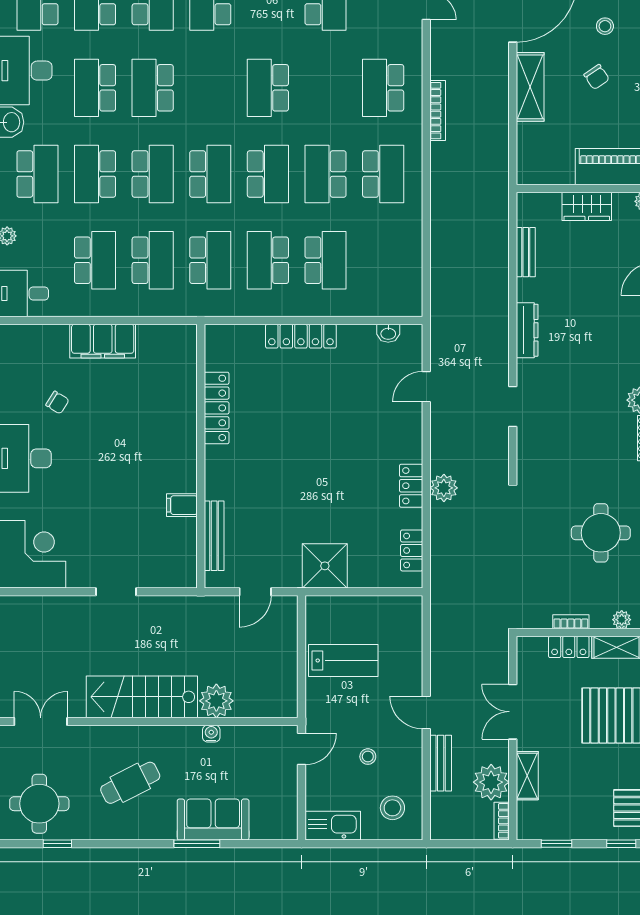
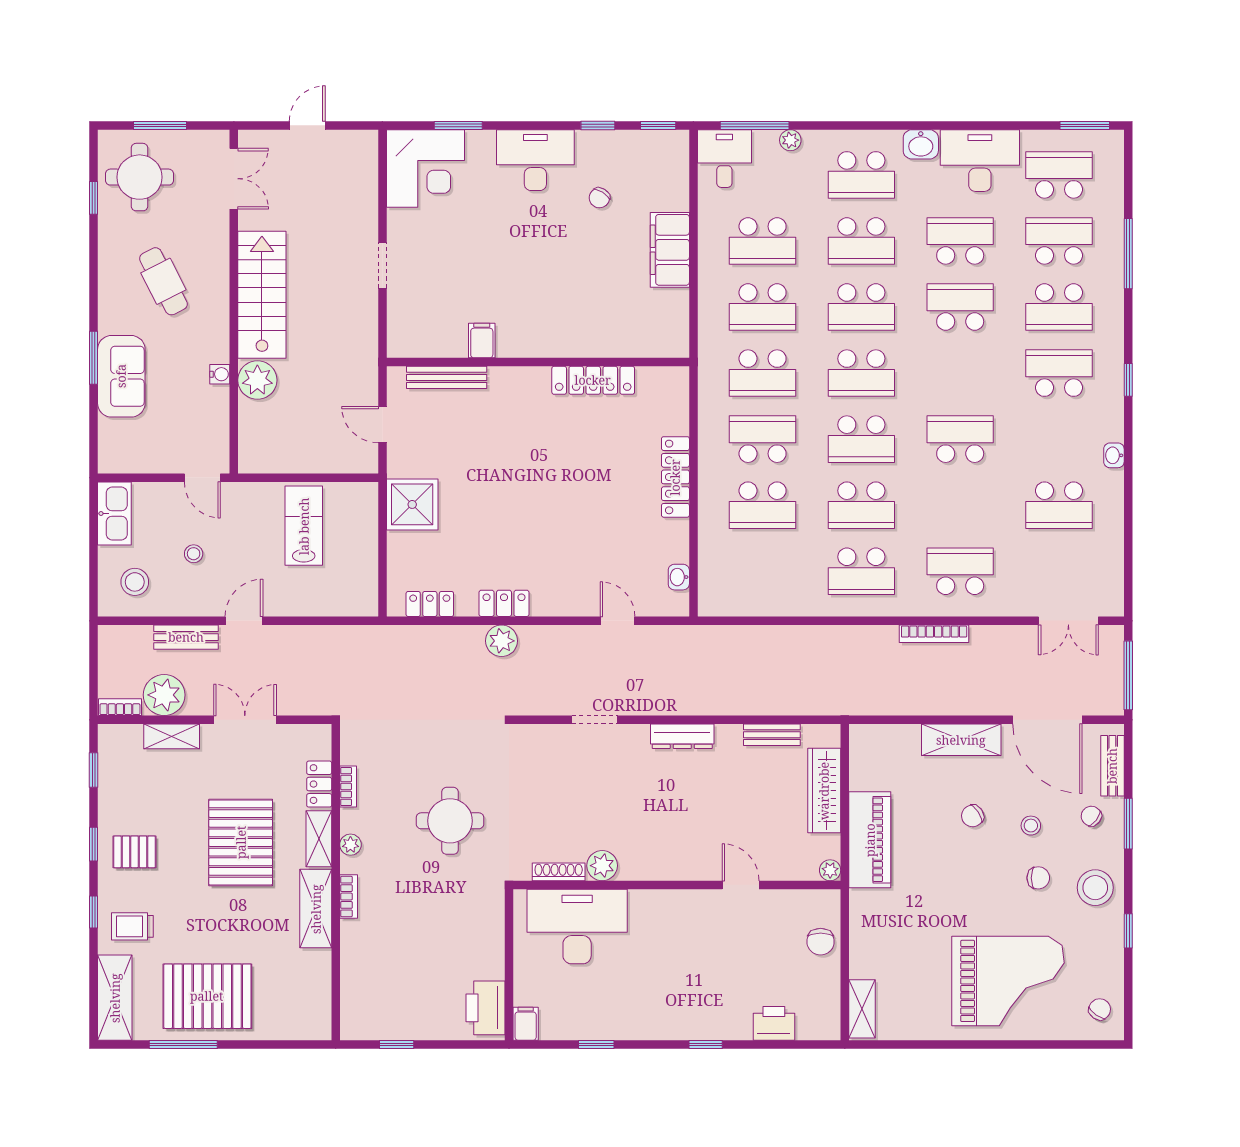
school desk: (95, 174) -> (861, 241), turned 180
school desk: (326, 174) -> (861, 505), turned 180
wardrobe: (587, 206) -> (824, 791), width x1.50
lab bench: (343, 660) -> (304, 526), turned 180

